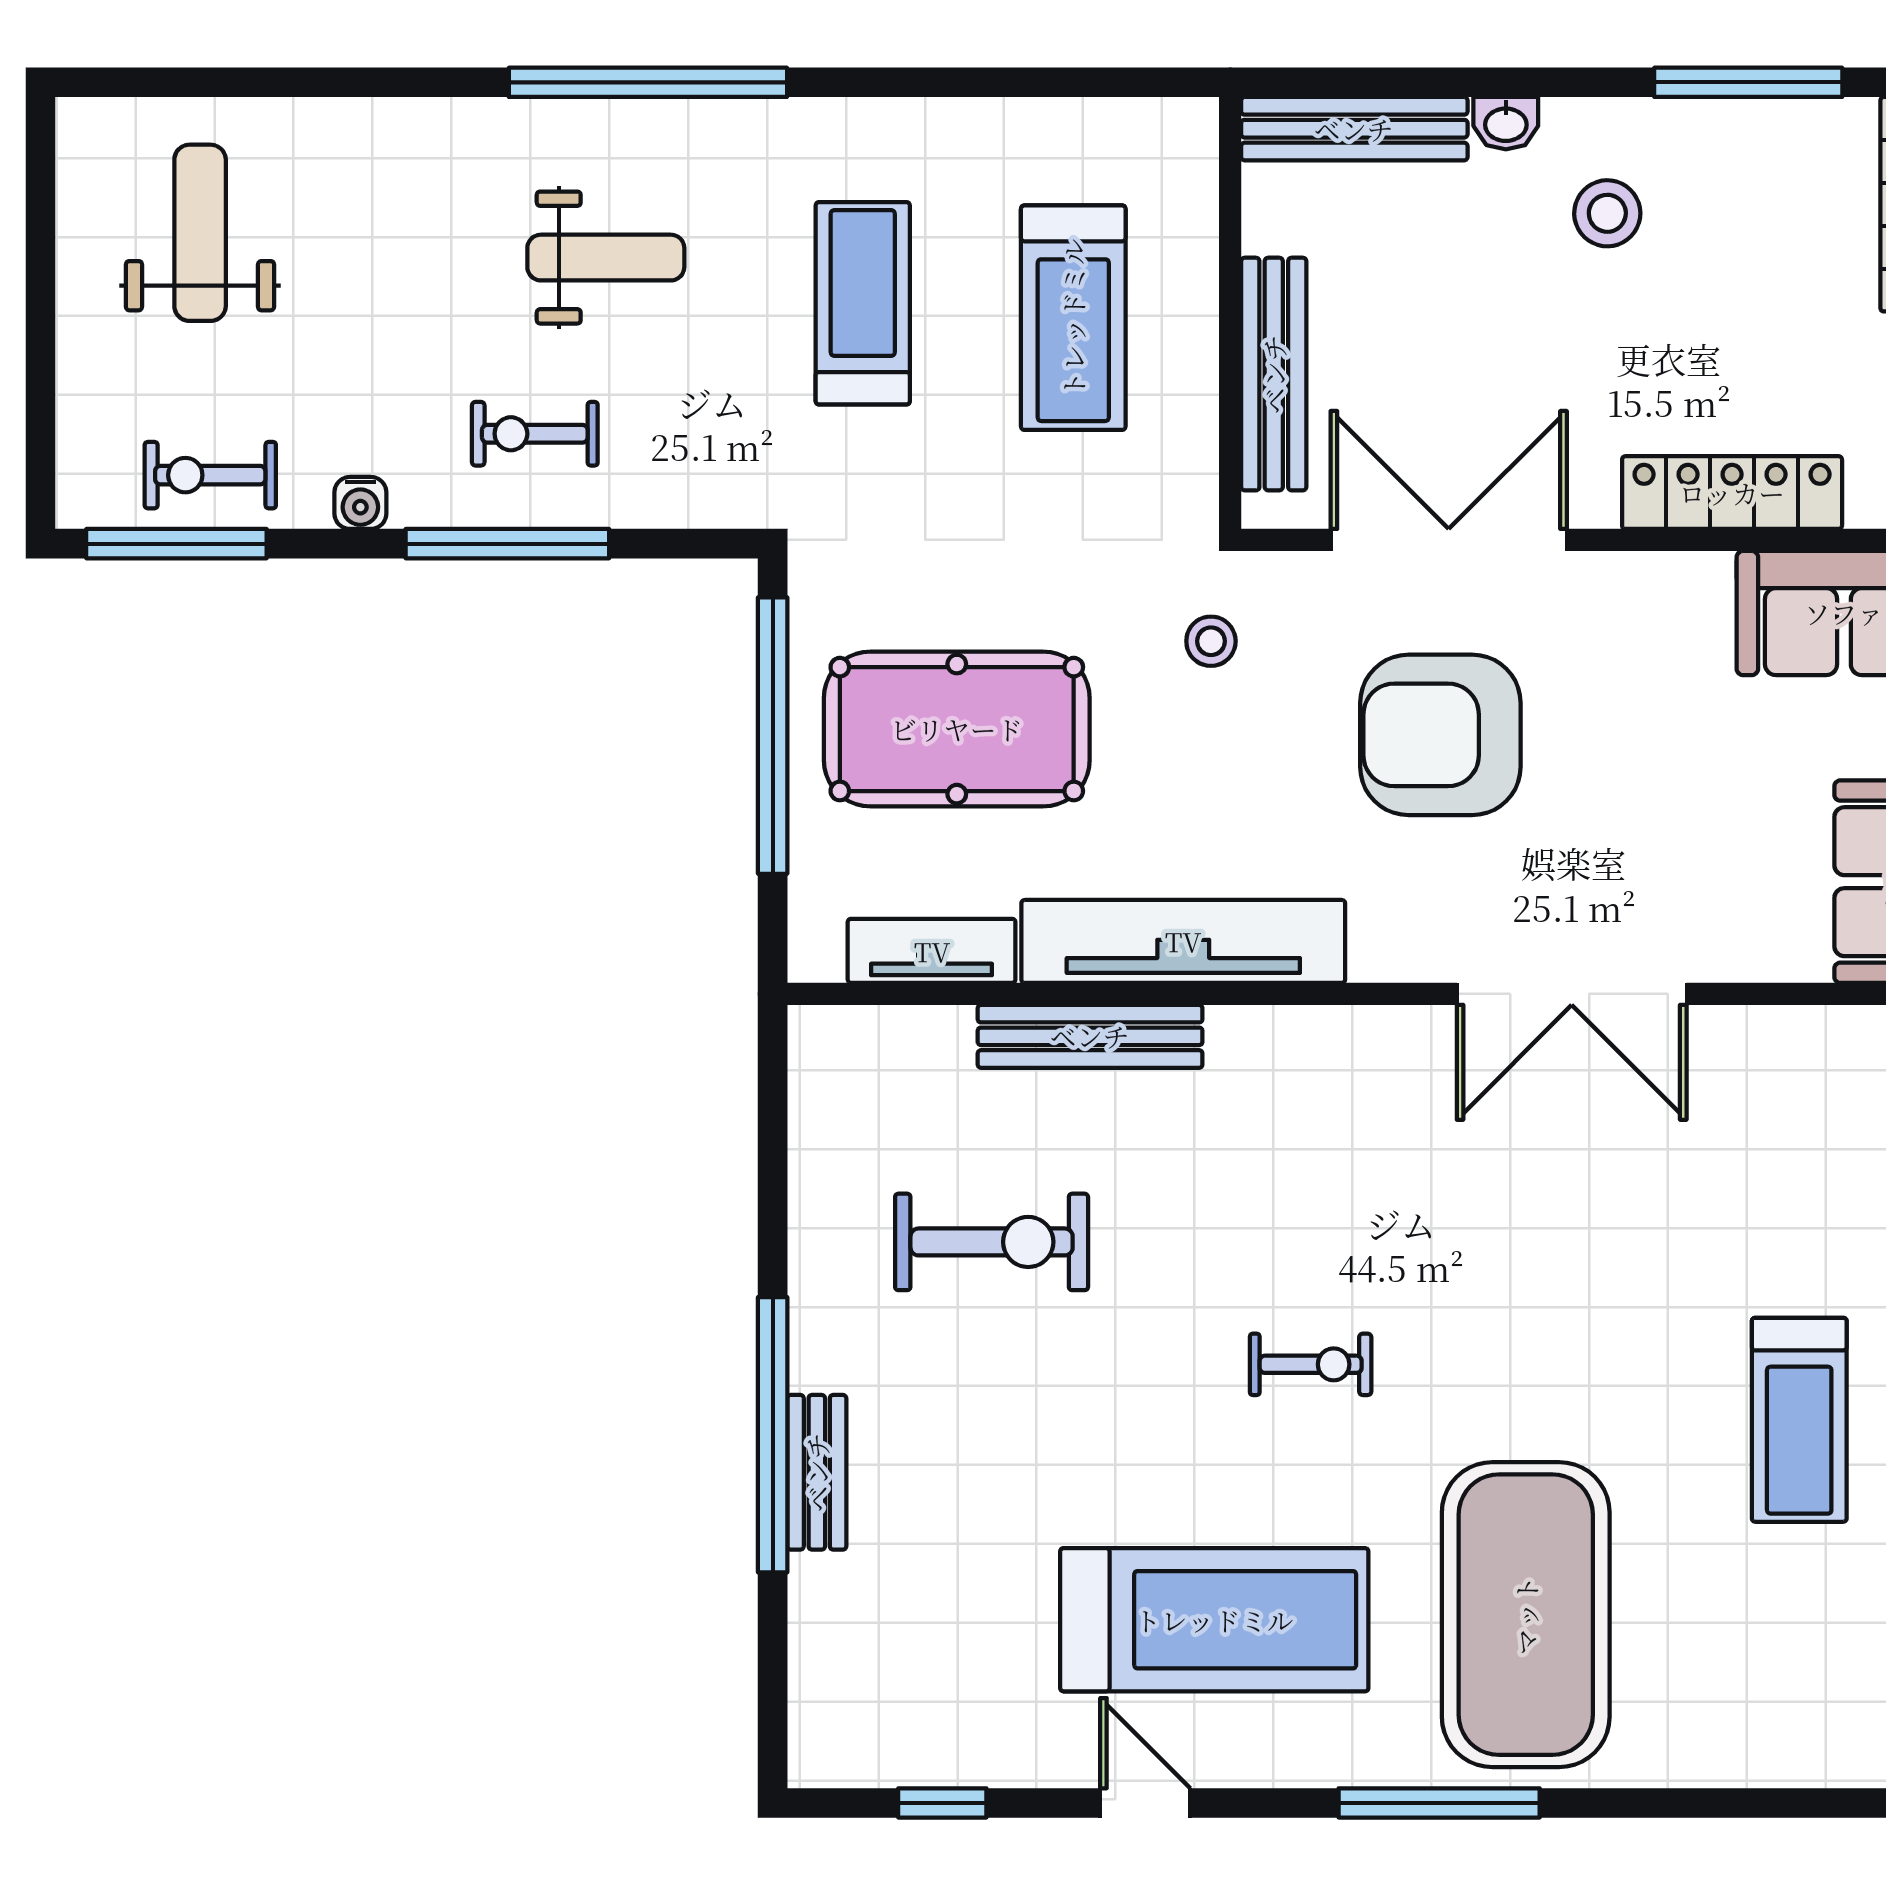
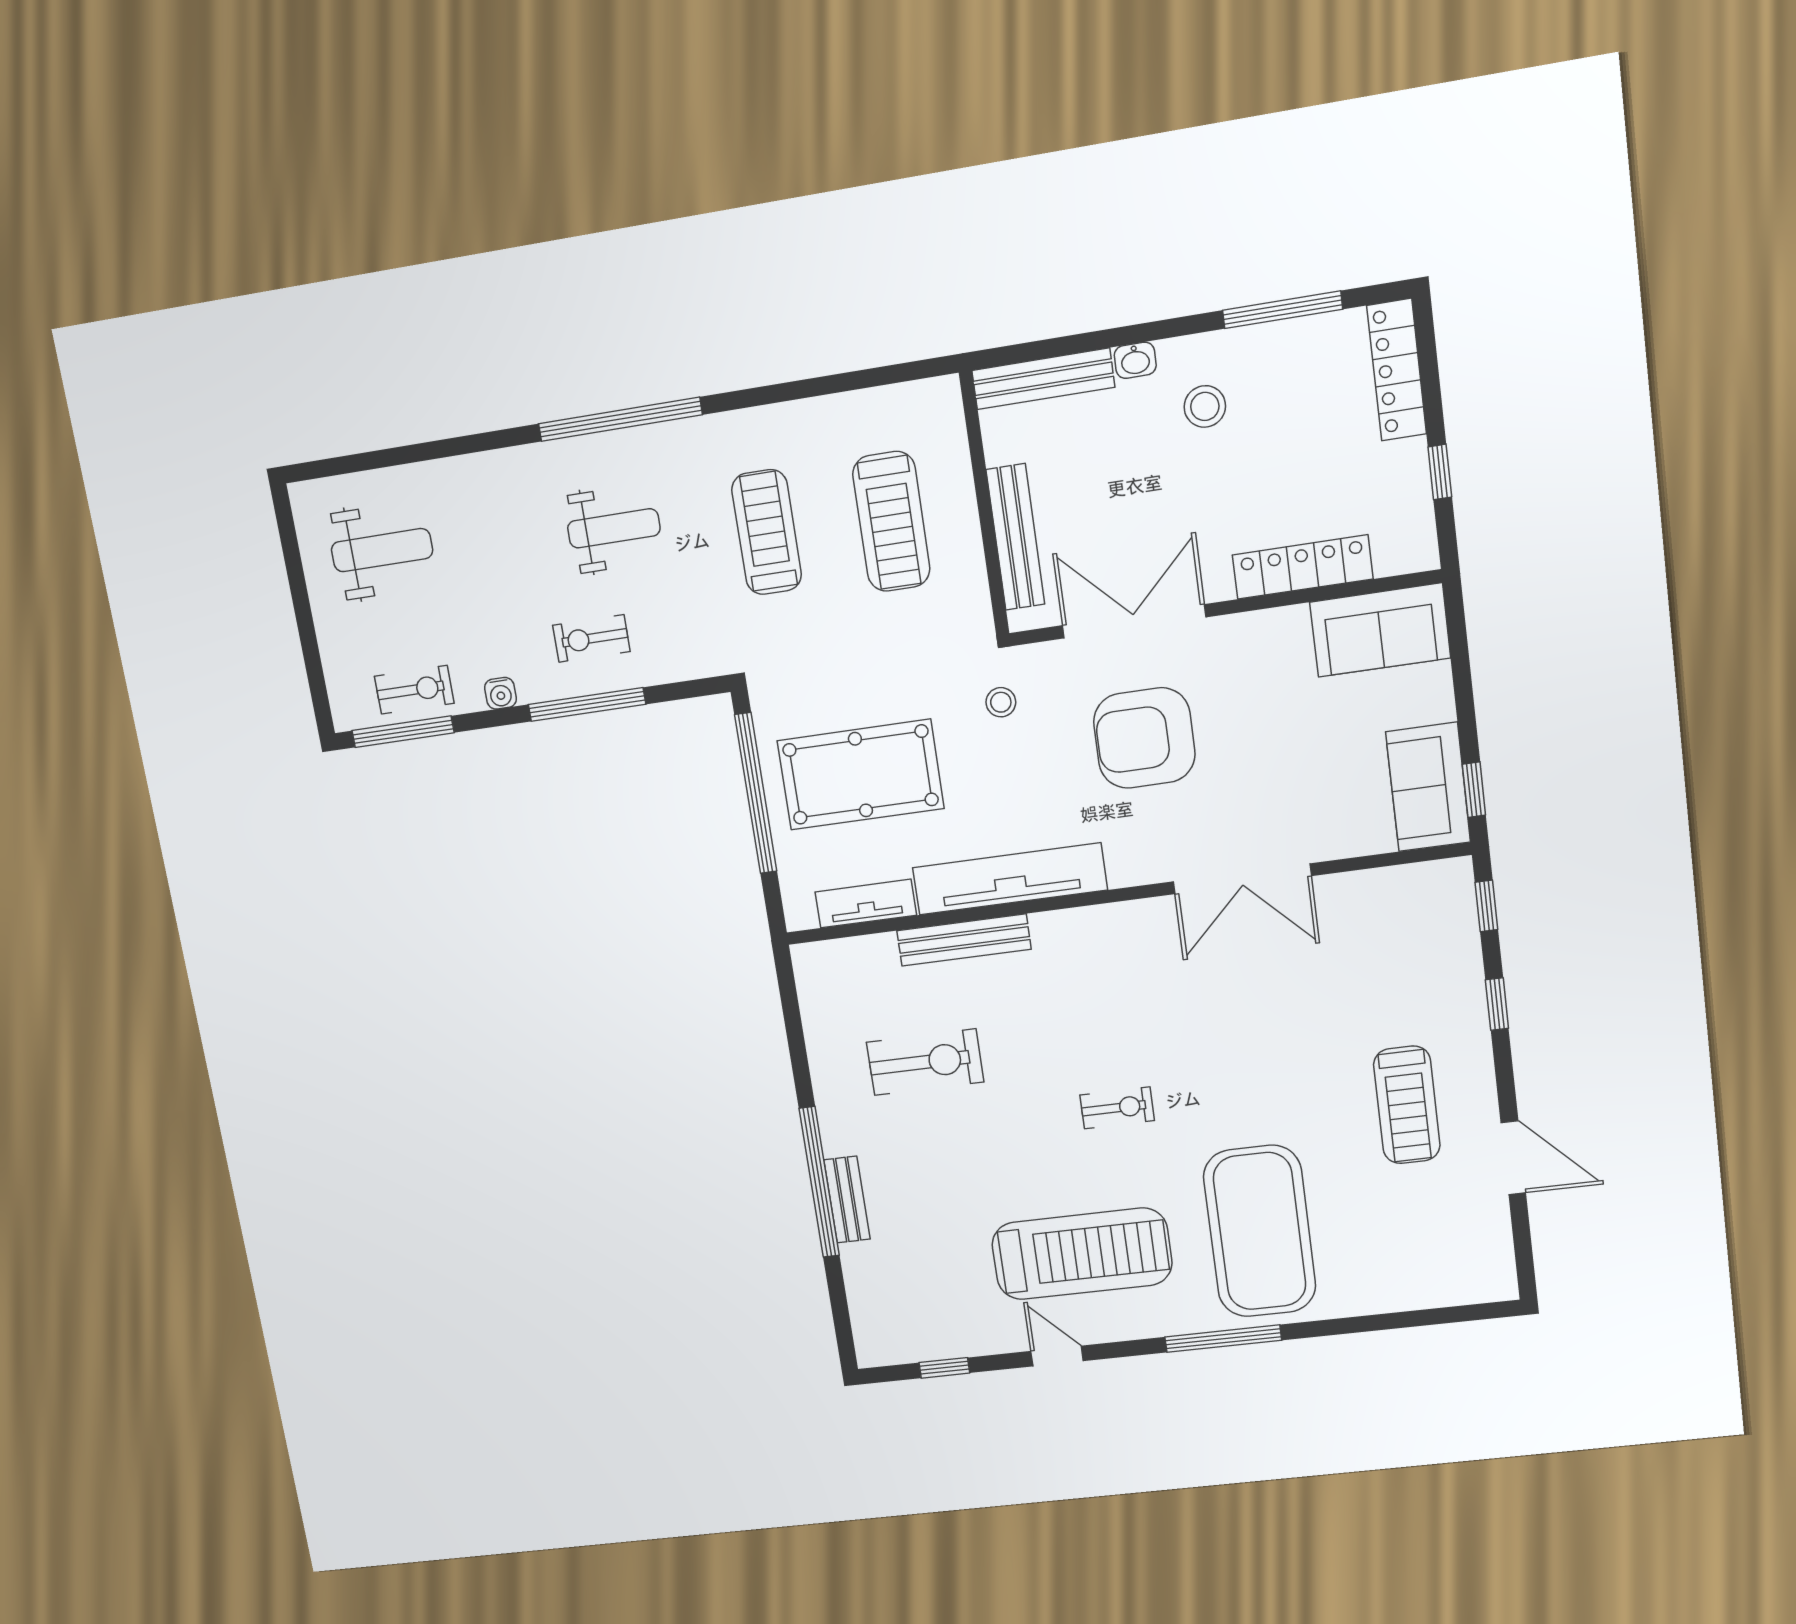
weight bench: (200, 233) -> (382, 550), turned 90
exercise bike: (210, 475) -> (414, 690), turned 180

